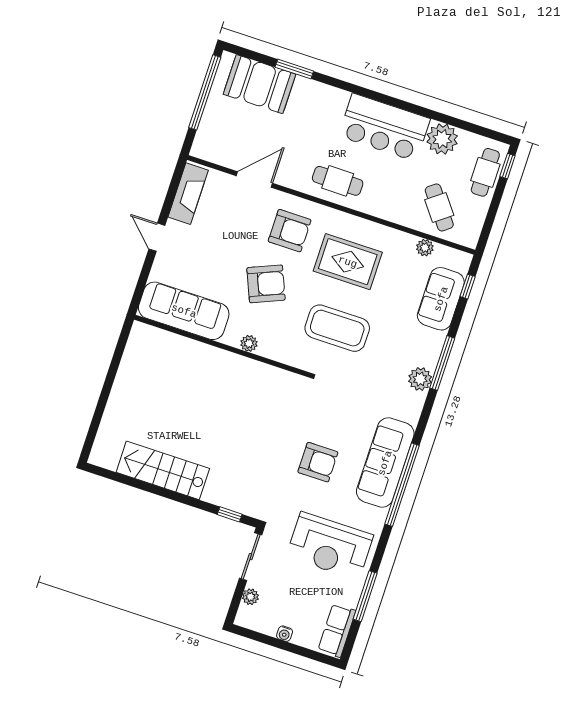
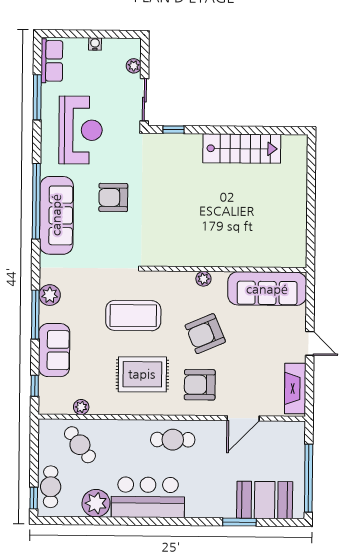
sofa: (441, 299) -> (54, 350), moved
reception desk: (330, 546) -> (81, 130), turned 90

